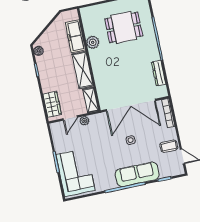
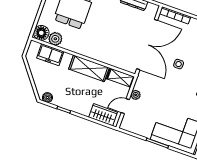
floor lamp: (88, 14) -> (41, 33), added
freezer: (75, 36) -> (50, 55), width x0.71
plant: (93, 42) -> (55, 39), moved
door: (70, 118) -> (125, 106), swing flipped

